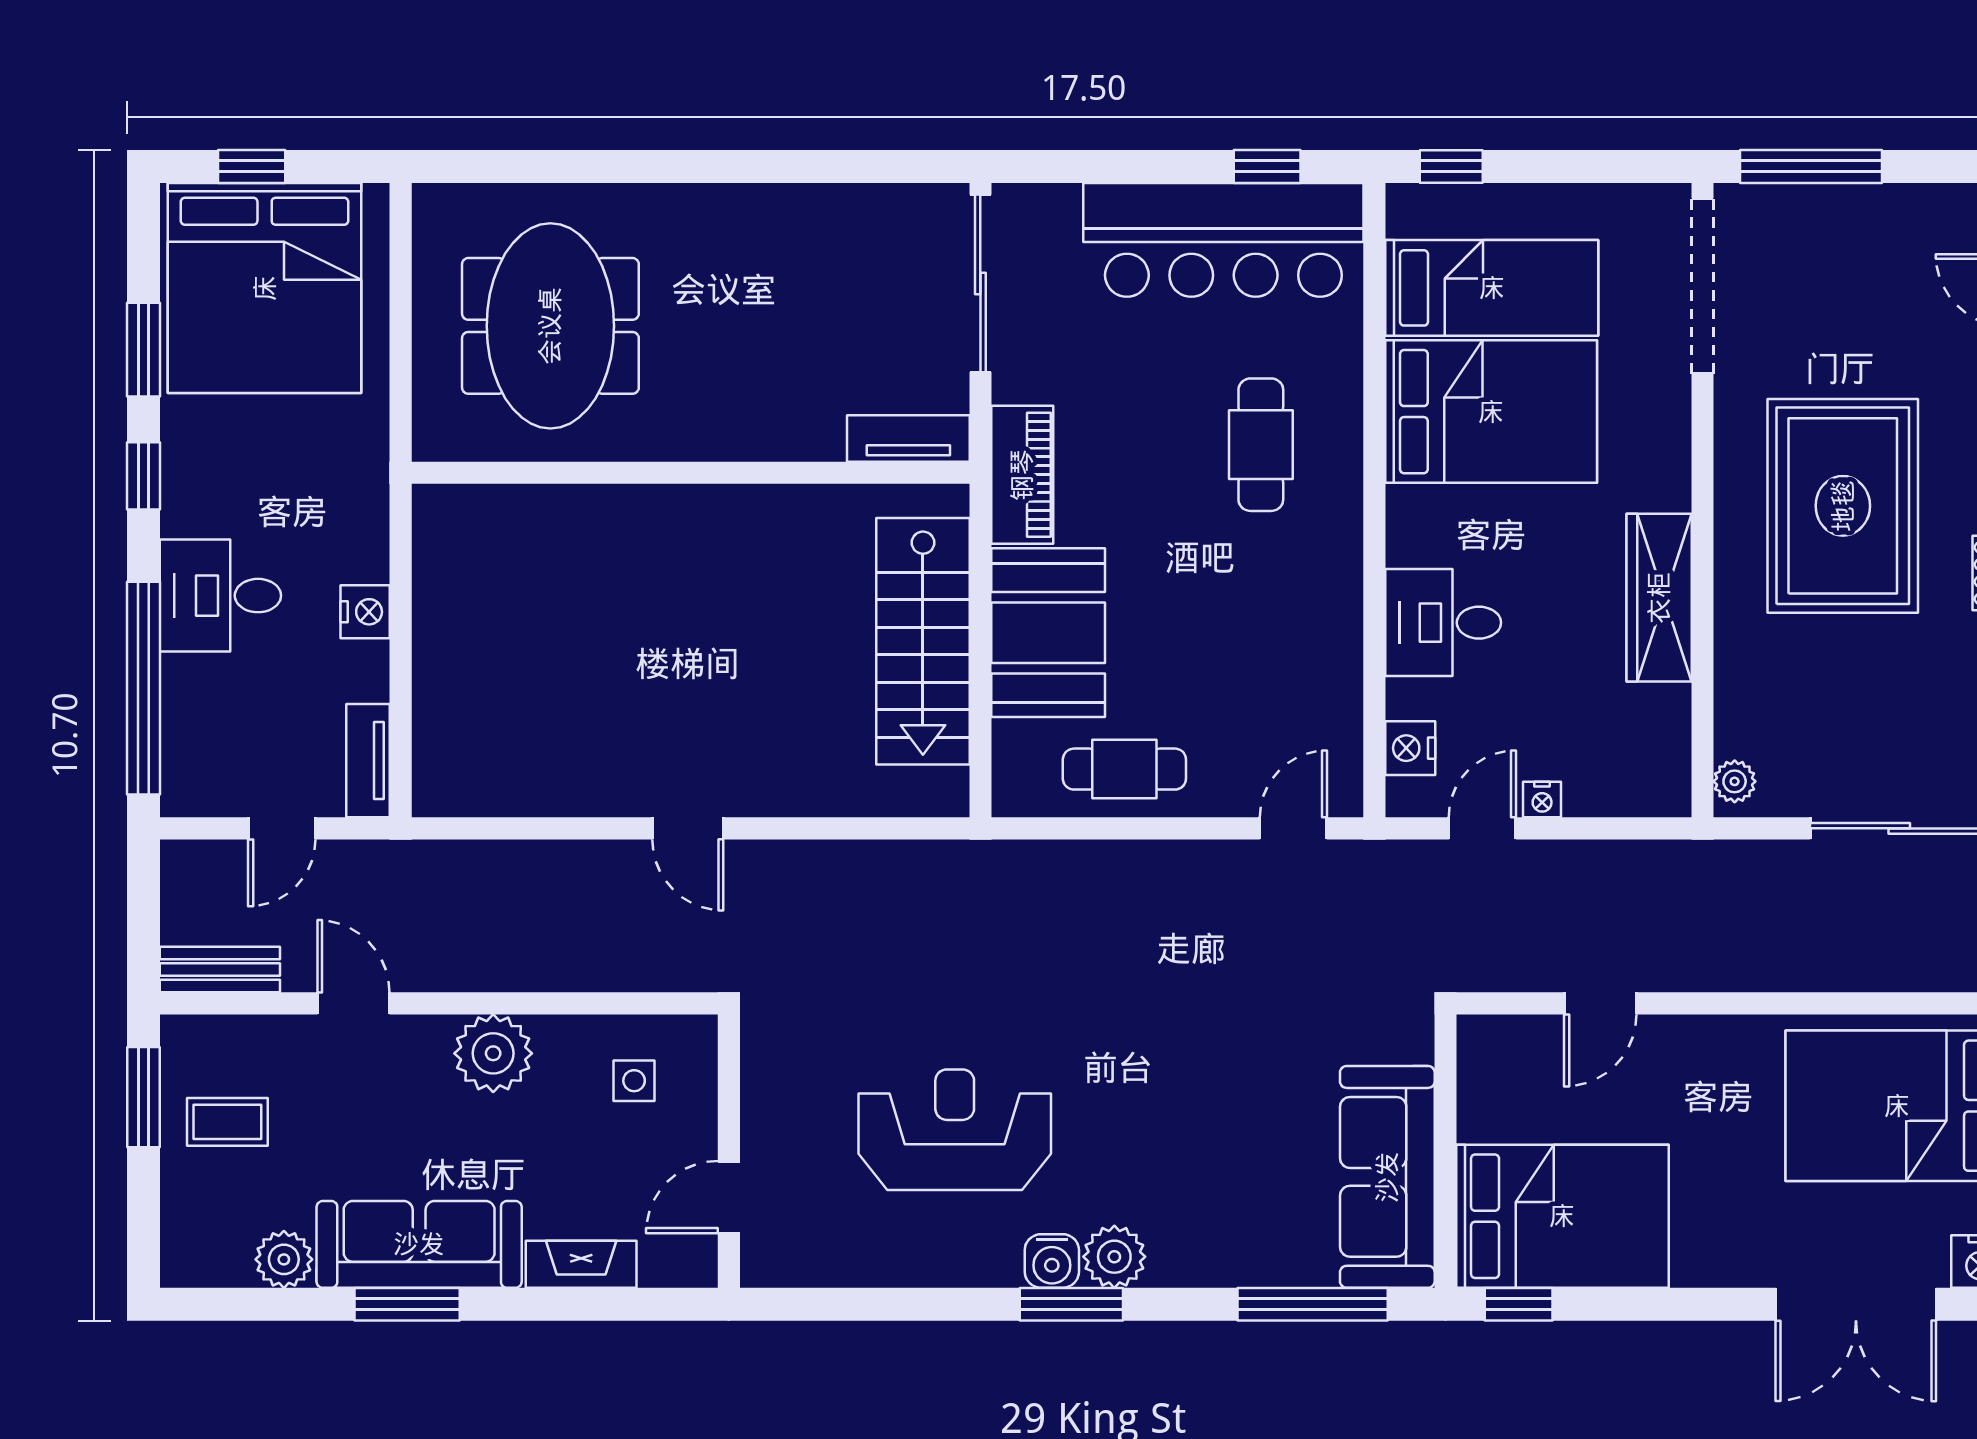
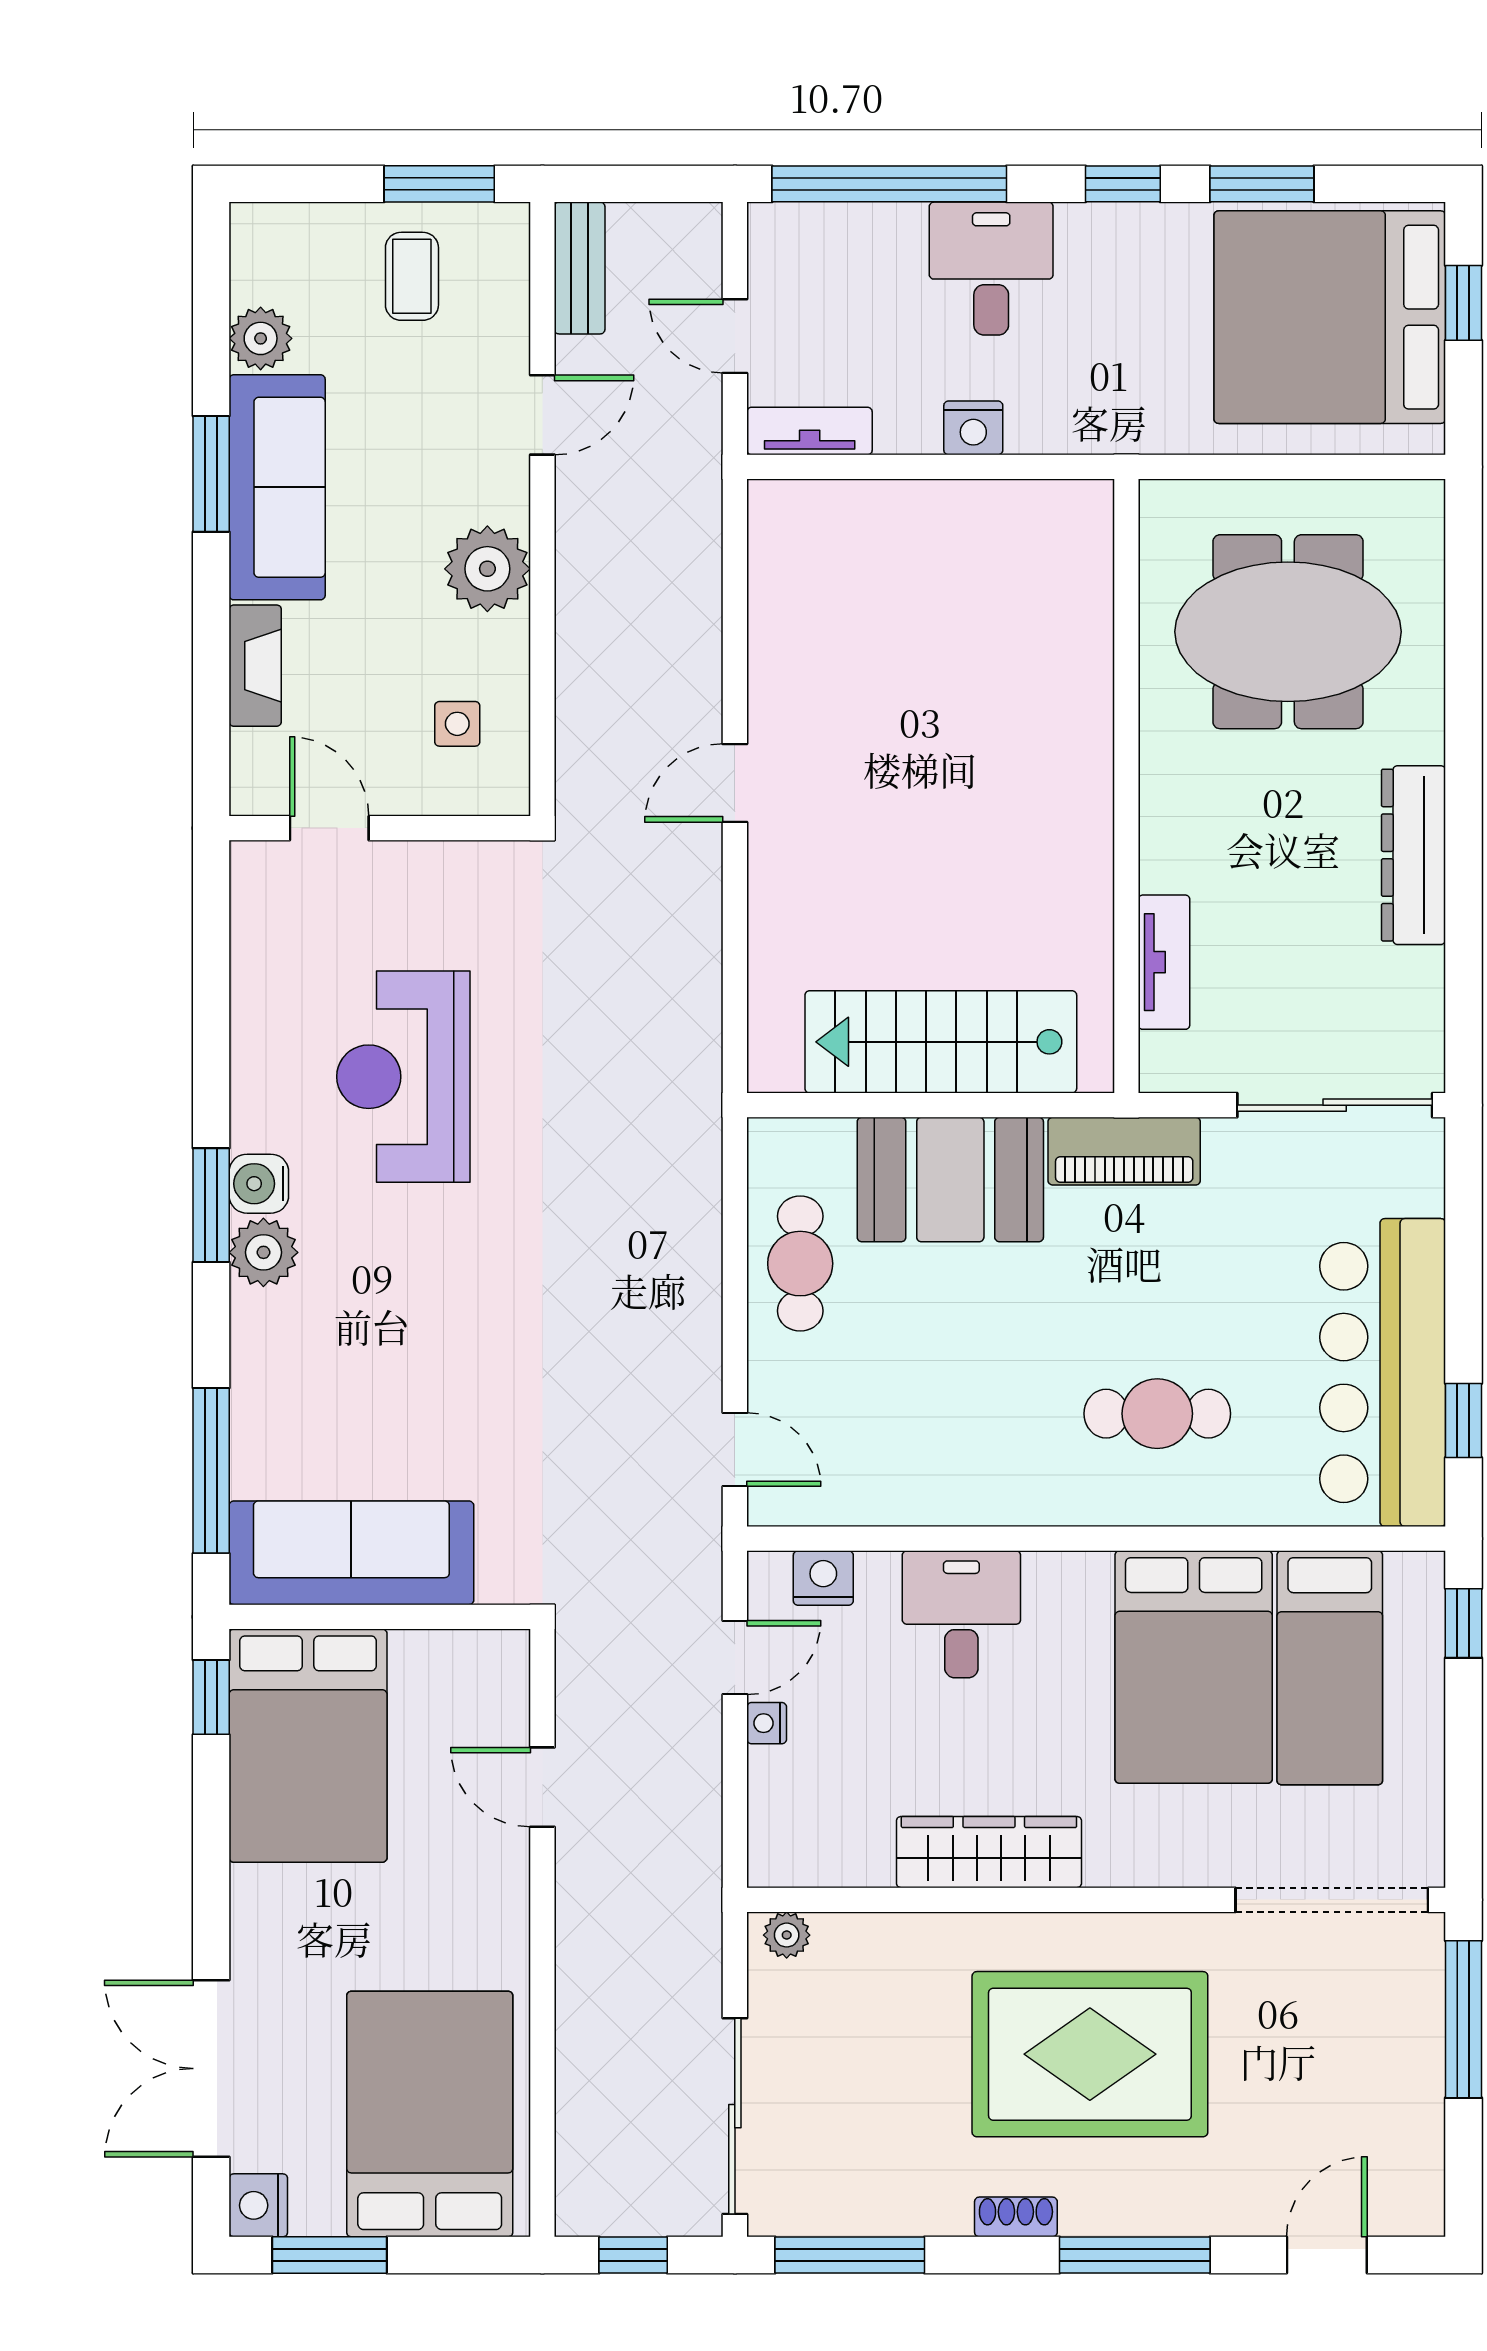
dresser: (753, 212) -> (1413, 855), added
tv unit: (908, 439) -> (1164, 962), moved
door: (1482, 828) -> (735, 1658), hinge flipped
reception desk: (955, 1130) -> (403, 1077), turned 180

